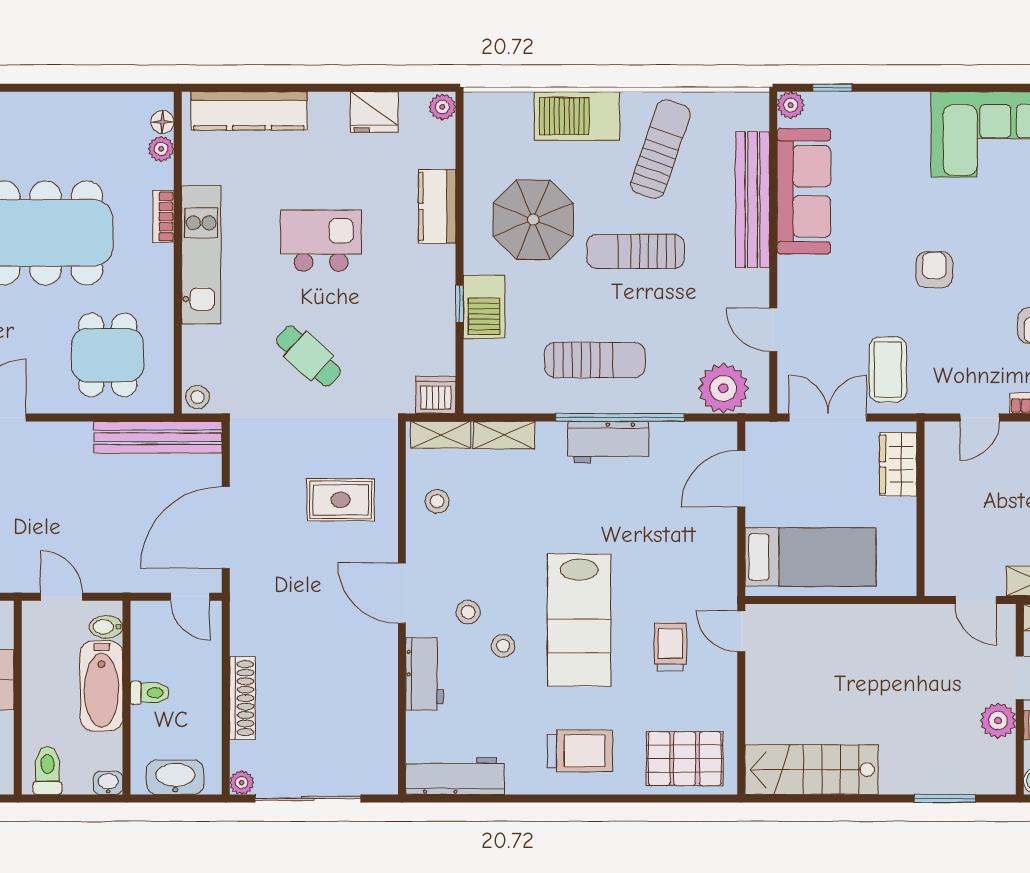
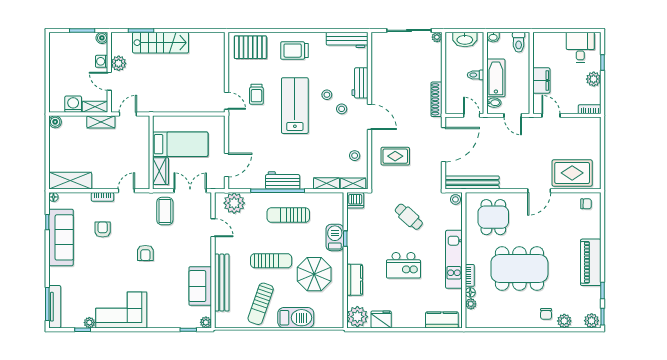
plant: (442, 107) -> (357, 317), width x1.87, depth x1.87
kitchen counter: (249, 111) -> (442, 320), width x0.67
floor lamp: (162, 122) -> (470, 292), moved
sofa: (804, 191) -> (200, 286), width x0.73
double door: (828, 417) -> (190, 191), swing flipped
bed: (810, 557) -> (180, 144), moved, turned 180
door: (190, 597) -> (472, 115), moved
door: (976, 600) -> (128, 114), hinge flipped
shoe rack: (242, 698) -> (437, 99), moved
stairs: (811, 770) -> (161, 43), moved

